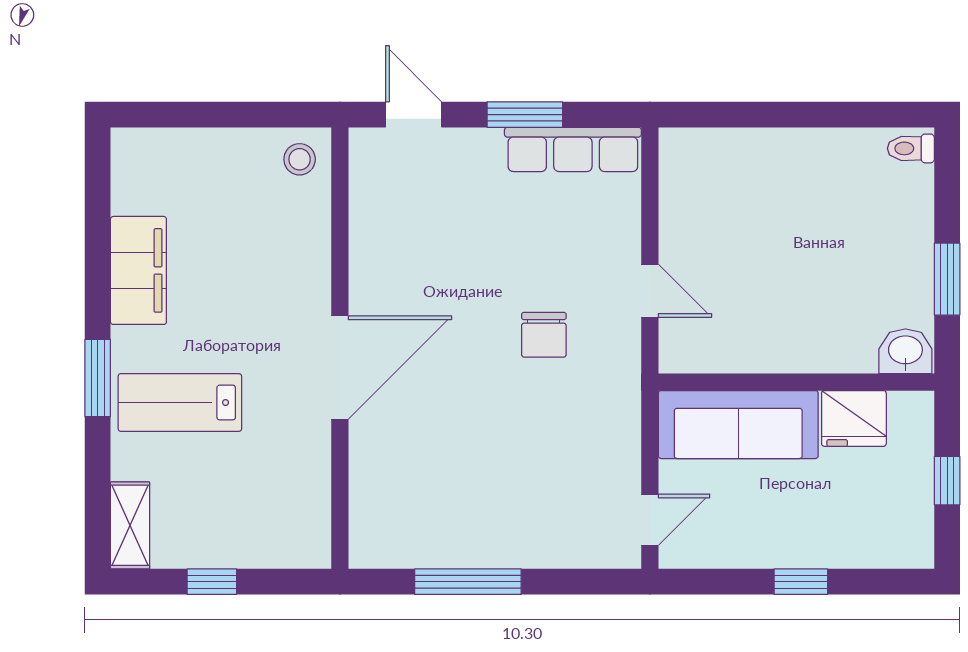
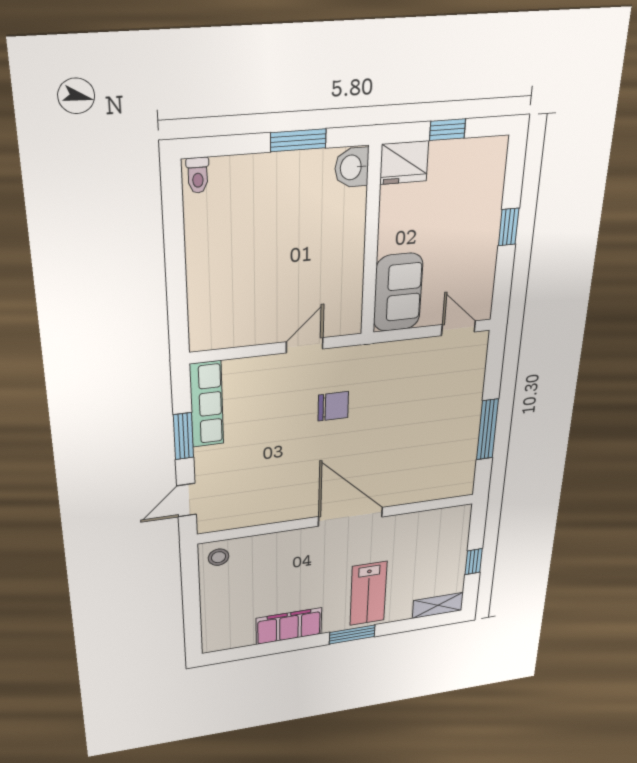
fridge: (854, 418) -> (404, 163), moved, turned 90
sofa: (738, 425) -> (398, 293), width x0.73

